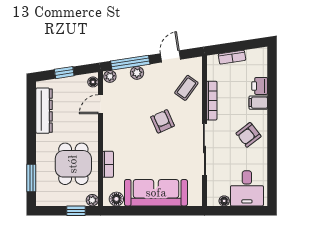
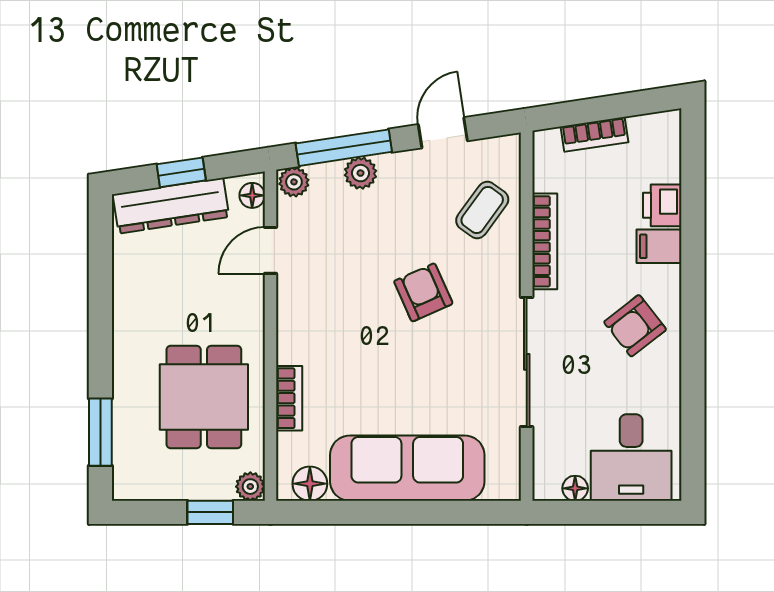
dresser: (44, 111) -> (171, 206), moved, turned 81

